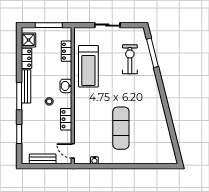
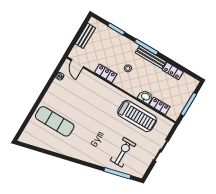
shower: (28, 40) -> (186, 81), removed
exercise bike: (130, 59) -> (123, 152), turned -90
treadmill: (88, 66) -> (137, 116), turned 180
washbasin: (66, 86) -> (145, 97), moved
exercise mat: (121, 128) -> (55, 121), moved
door: (73, 151) -> (77, 64), swing flipped

